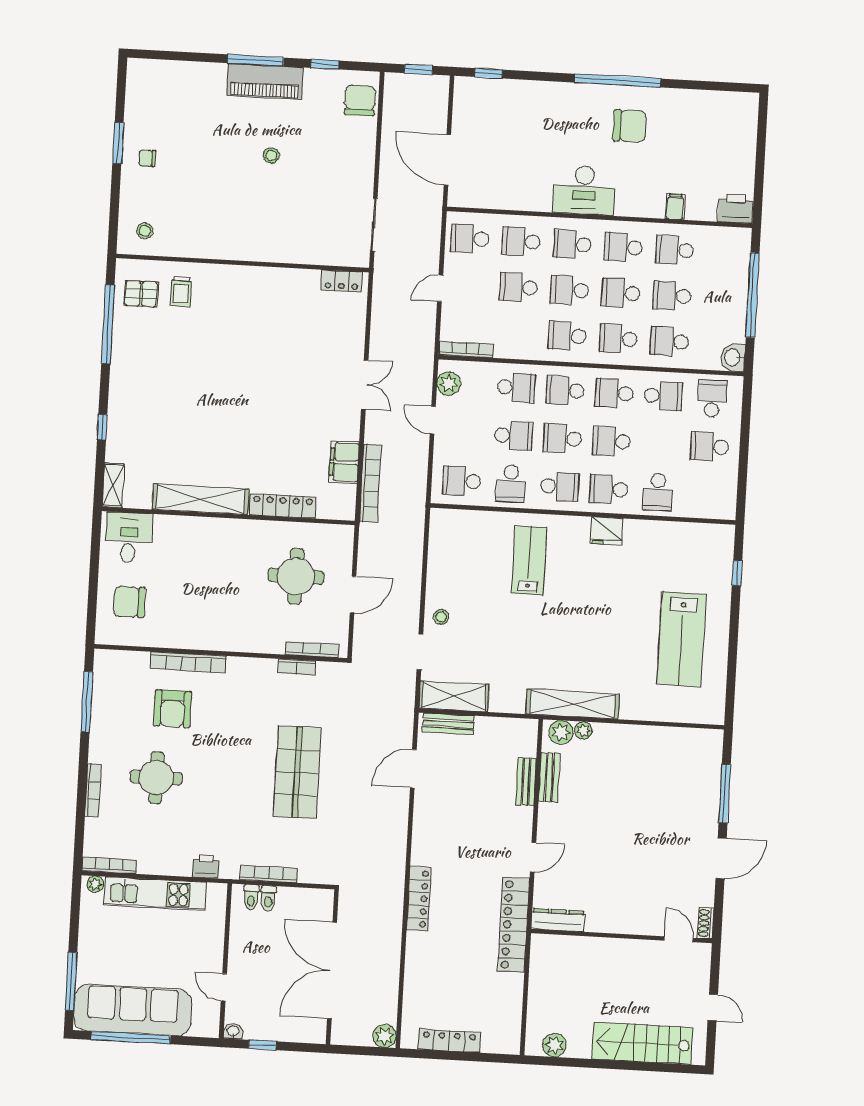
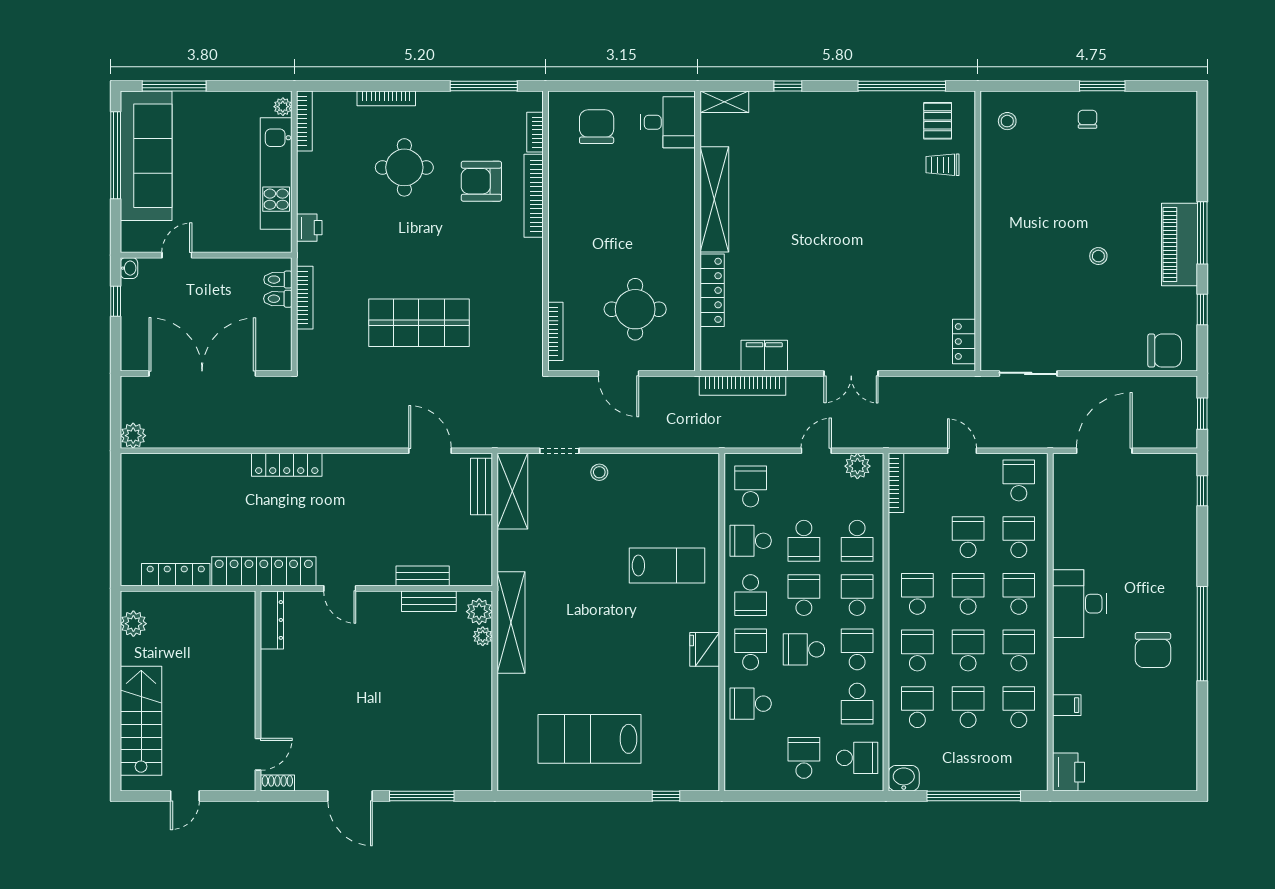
school desk: (612, 441) -> (804, 649), turned -90
bookcase: (297, 667) -> (535, 132), moved
locker: (449, 1041) -> (176, 575), moved, turned -90

